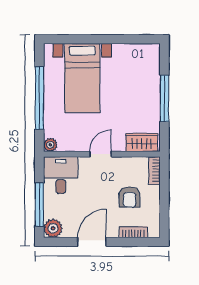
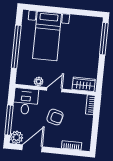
window: (164, 98) -> (104, 39), moved
plant: (50, 145) -> (39, 82), moved
armchair: (130, 197) -> (55, 117), moved, turned -75
door: (92, 242) -> (32, 148), moved

